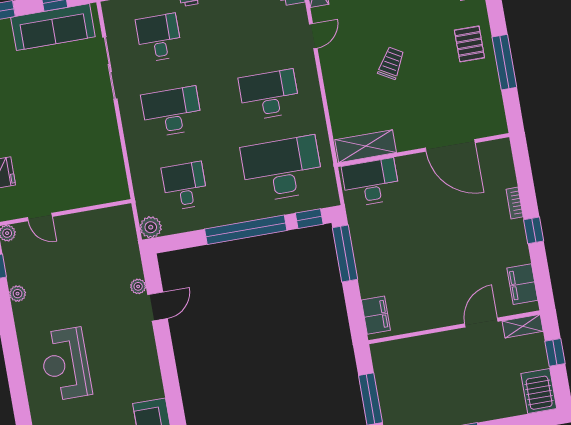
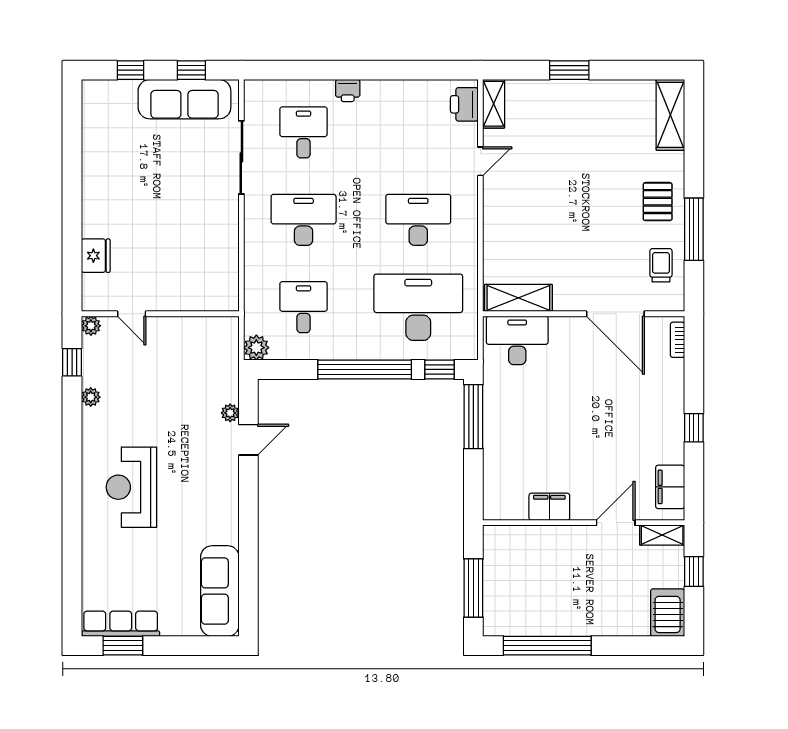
trolley: (391, 63) -> (661, 265), moved, turned -30
bookcase: (515, 203) -> (677, 340), moved
filing cabinet: (376, 315) -> (549, 507), moved, turned -90

